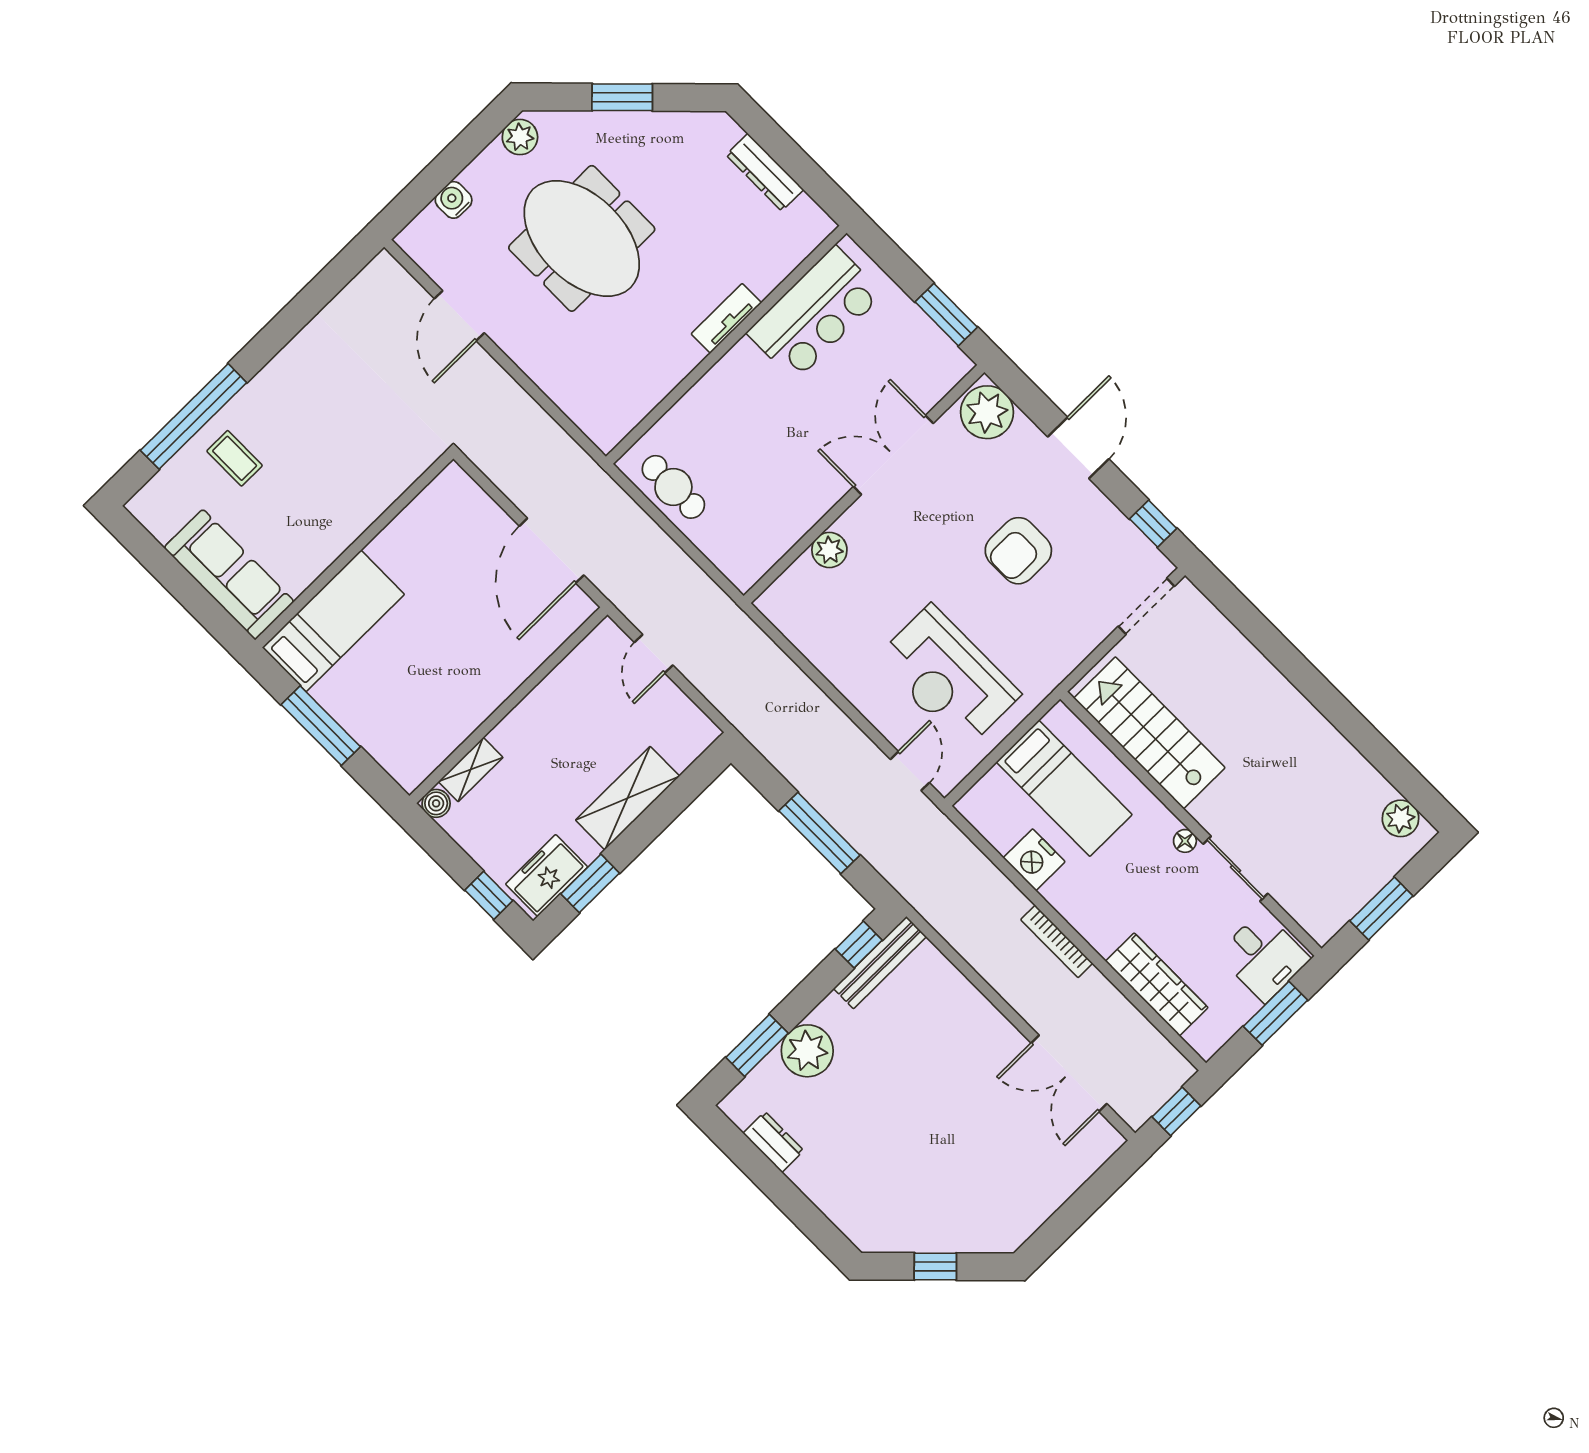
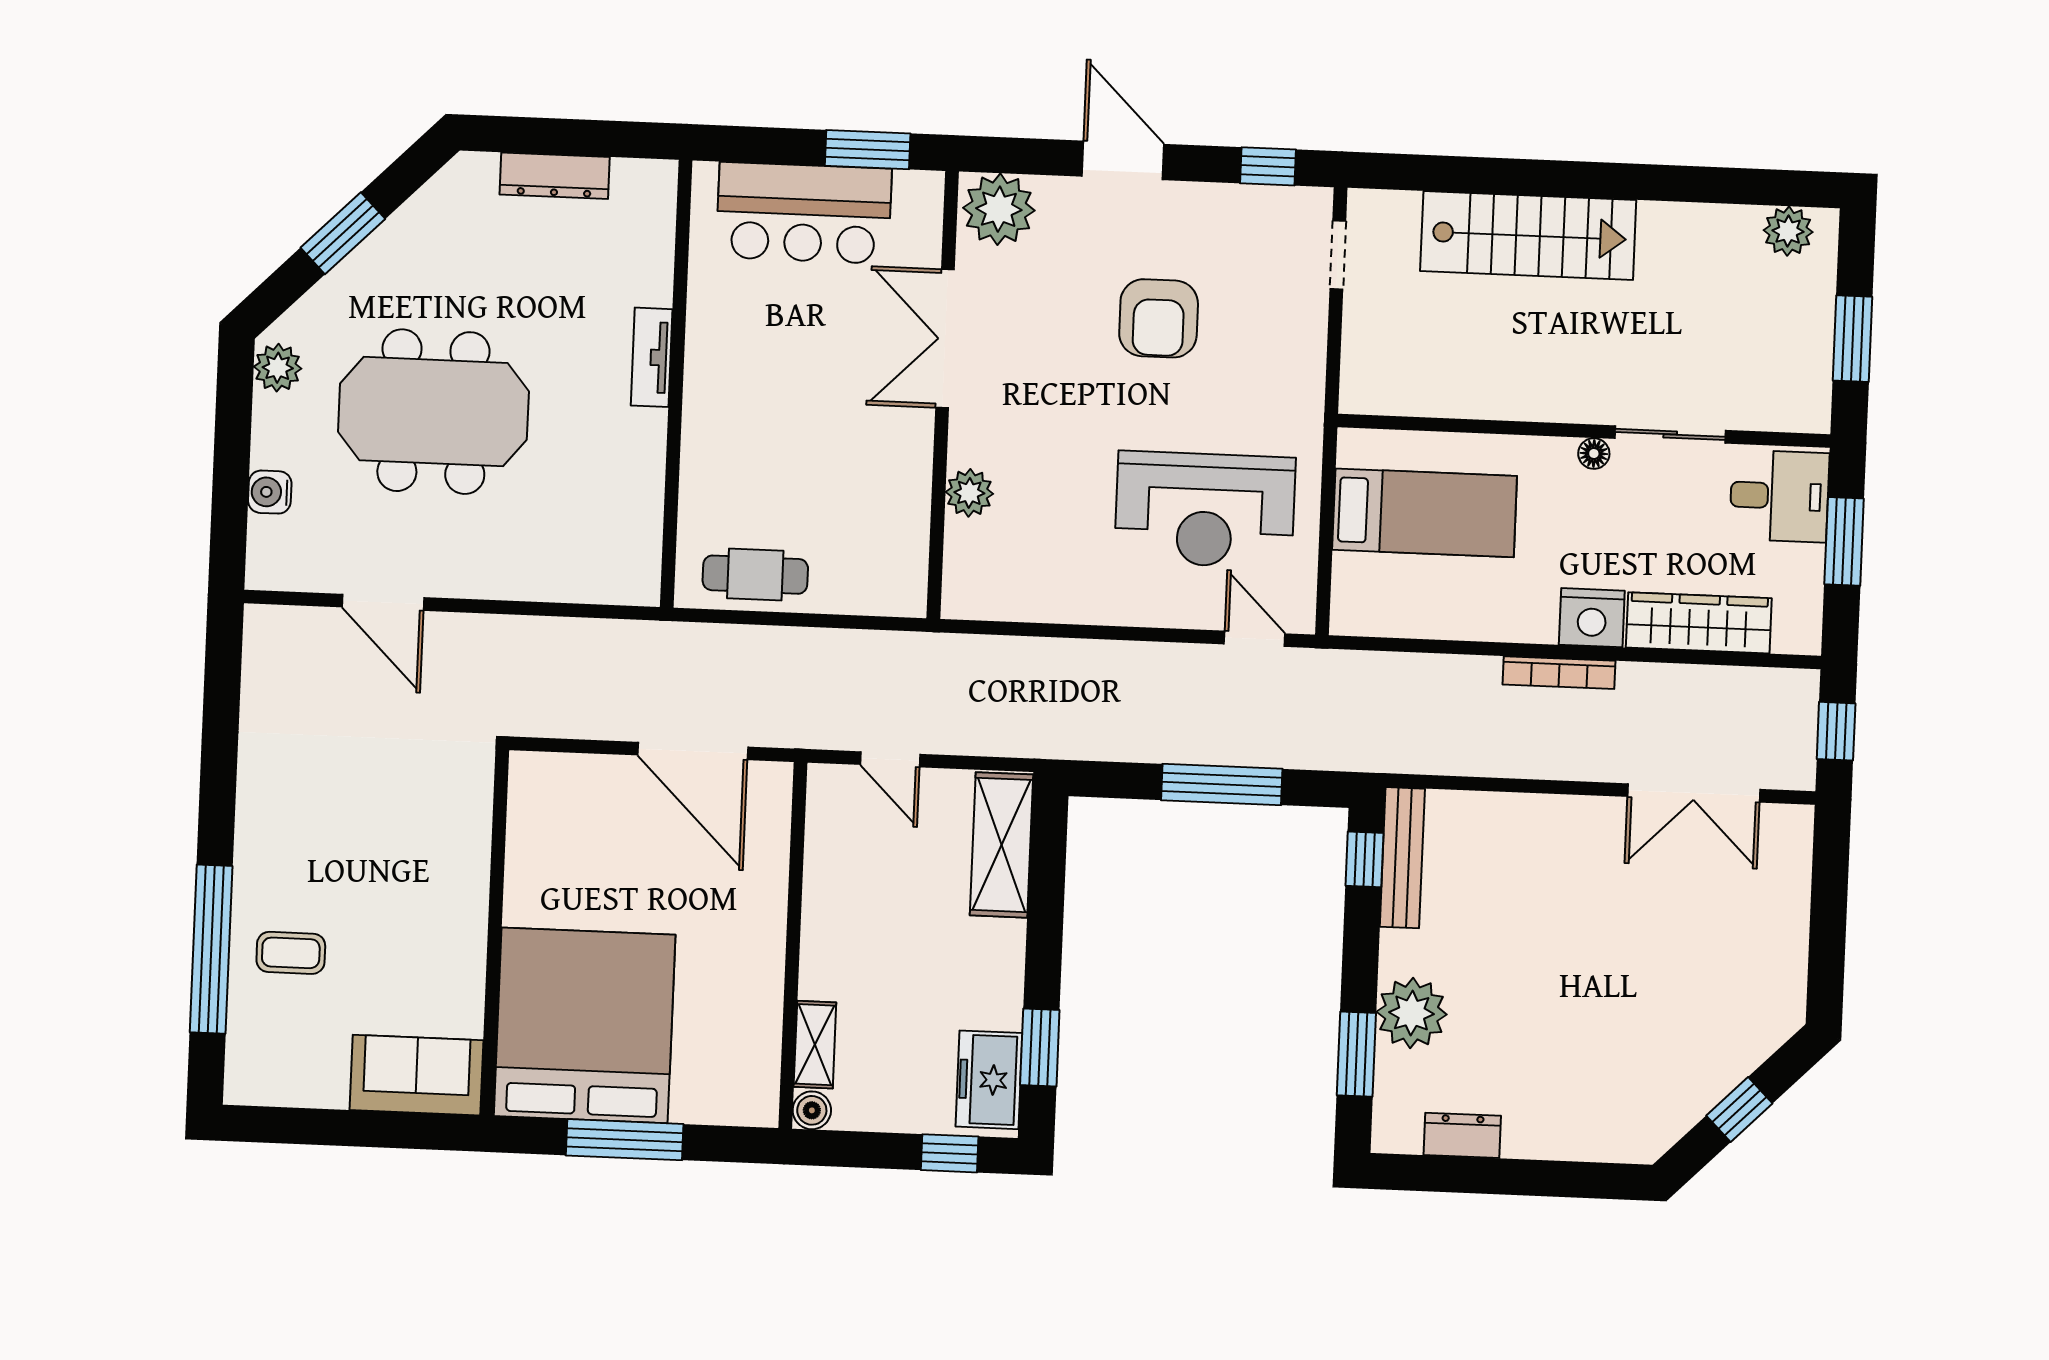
bar counter: (815, 313) -> (804, 213), moved, turned 90
sofa: (229, 575) -> (417, 1075), width x0.73
doorway: (1146, 606) -> (1338, 255), width x0.73
bed: (333, 621) -> (585, 1025), width x2.04
stairs: (1149, 733) -> (1528, 236), moved, turned 180
shelving: (628, 798) -> (1001, 845), moved
nightstand: (1034, 860) -> (1592, 618), moved

